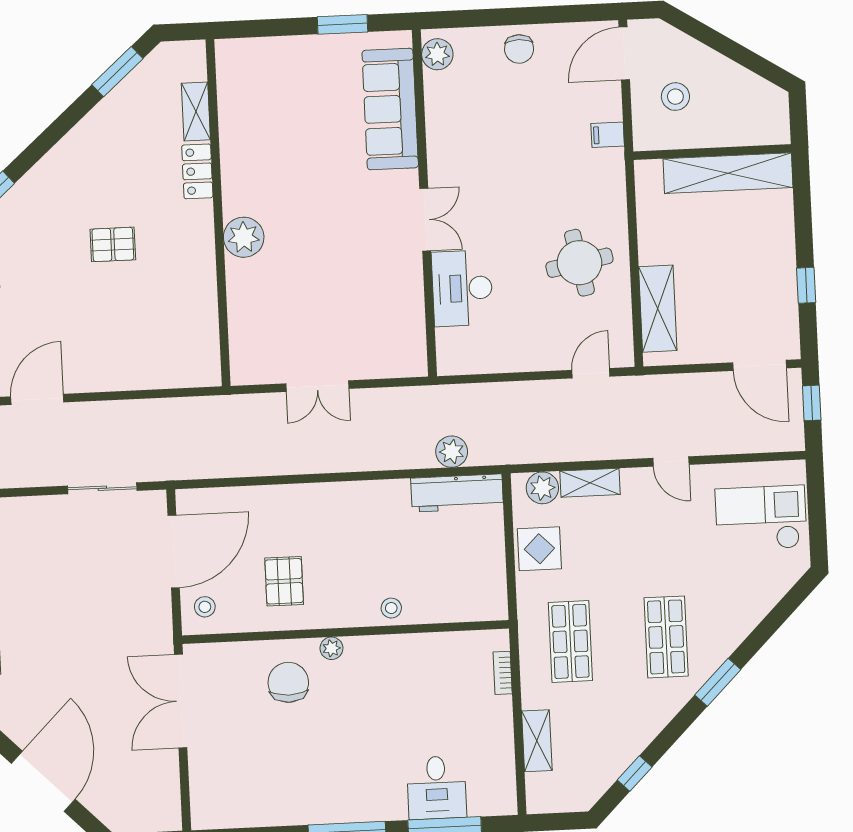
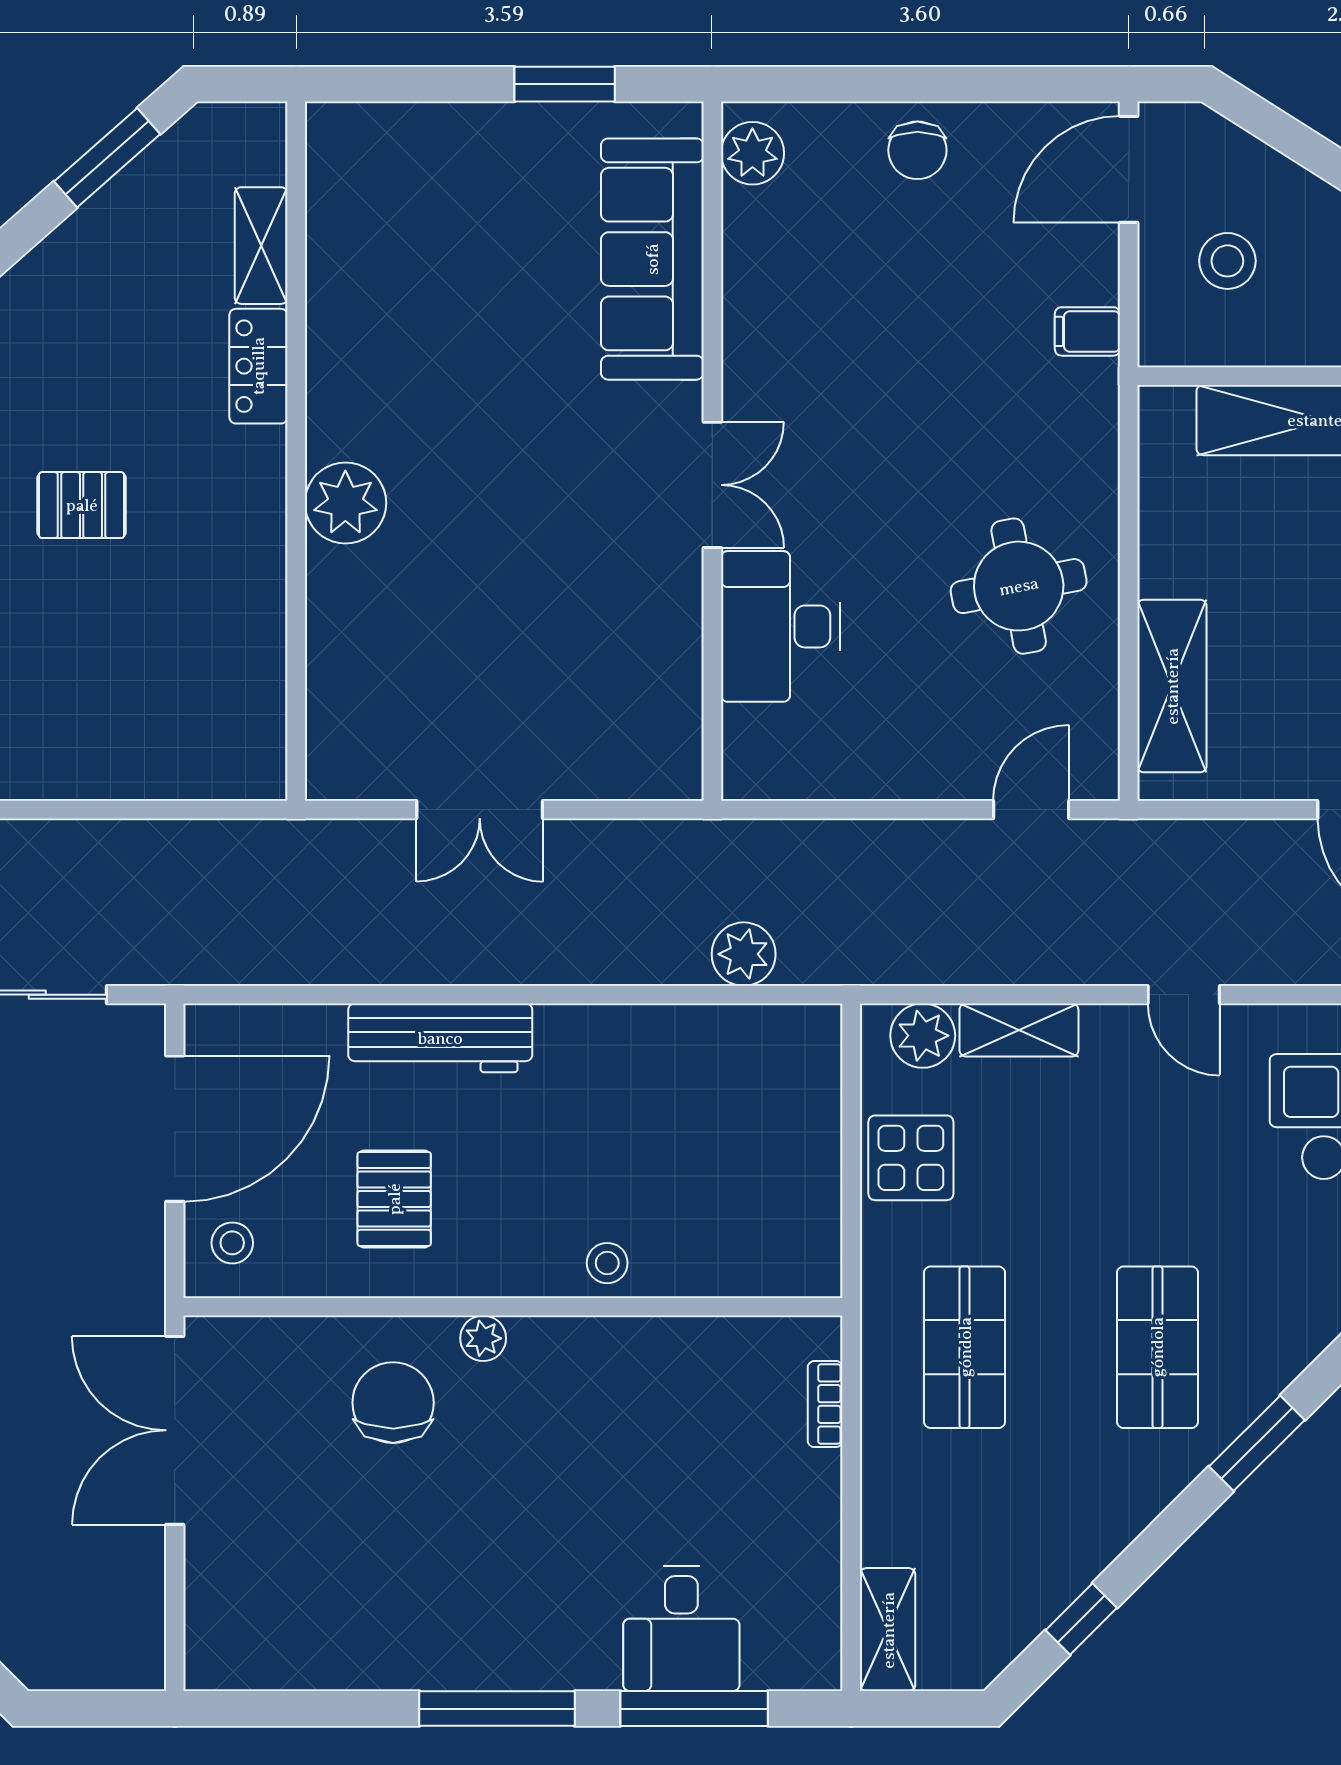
workbench: (457, 493) -> (440, 1038), moved
shelving: (537, 741) -> (888, 1630), moved

